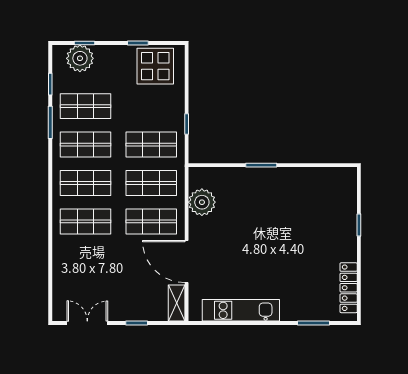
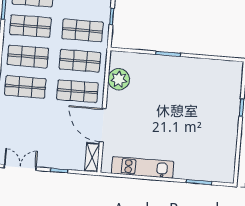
locker: (349, 288) -> (229, 156), removed

